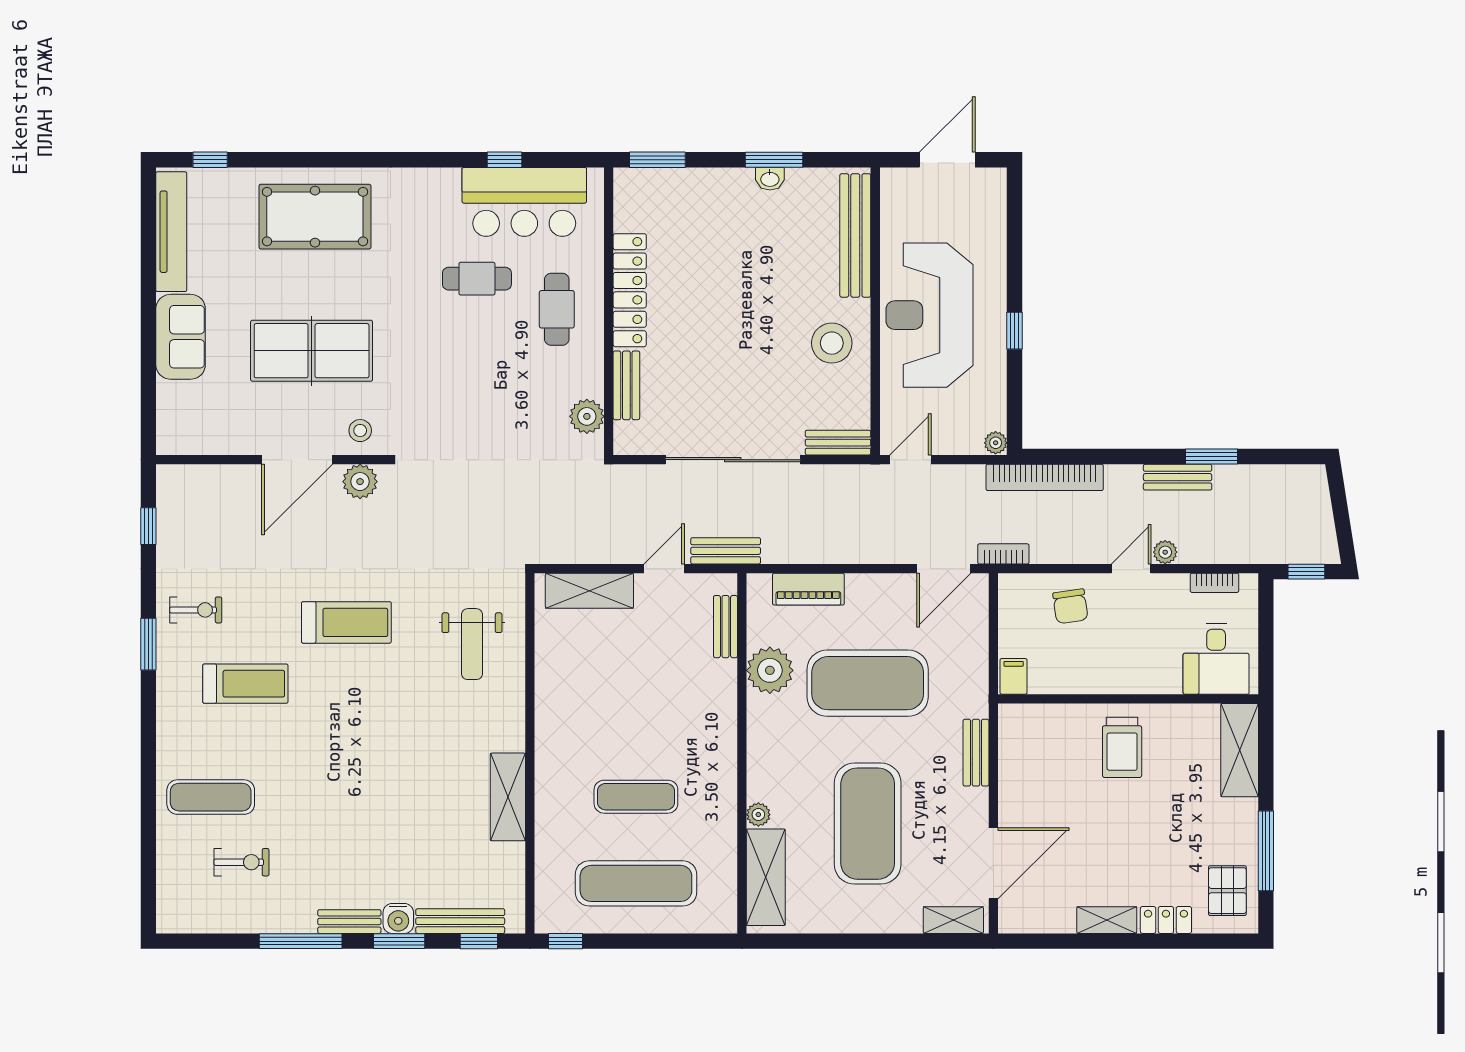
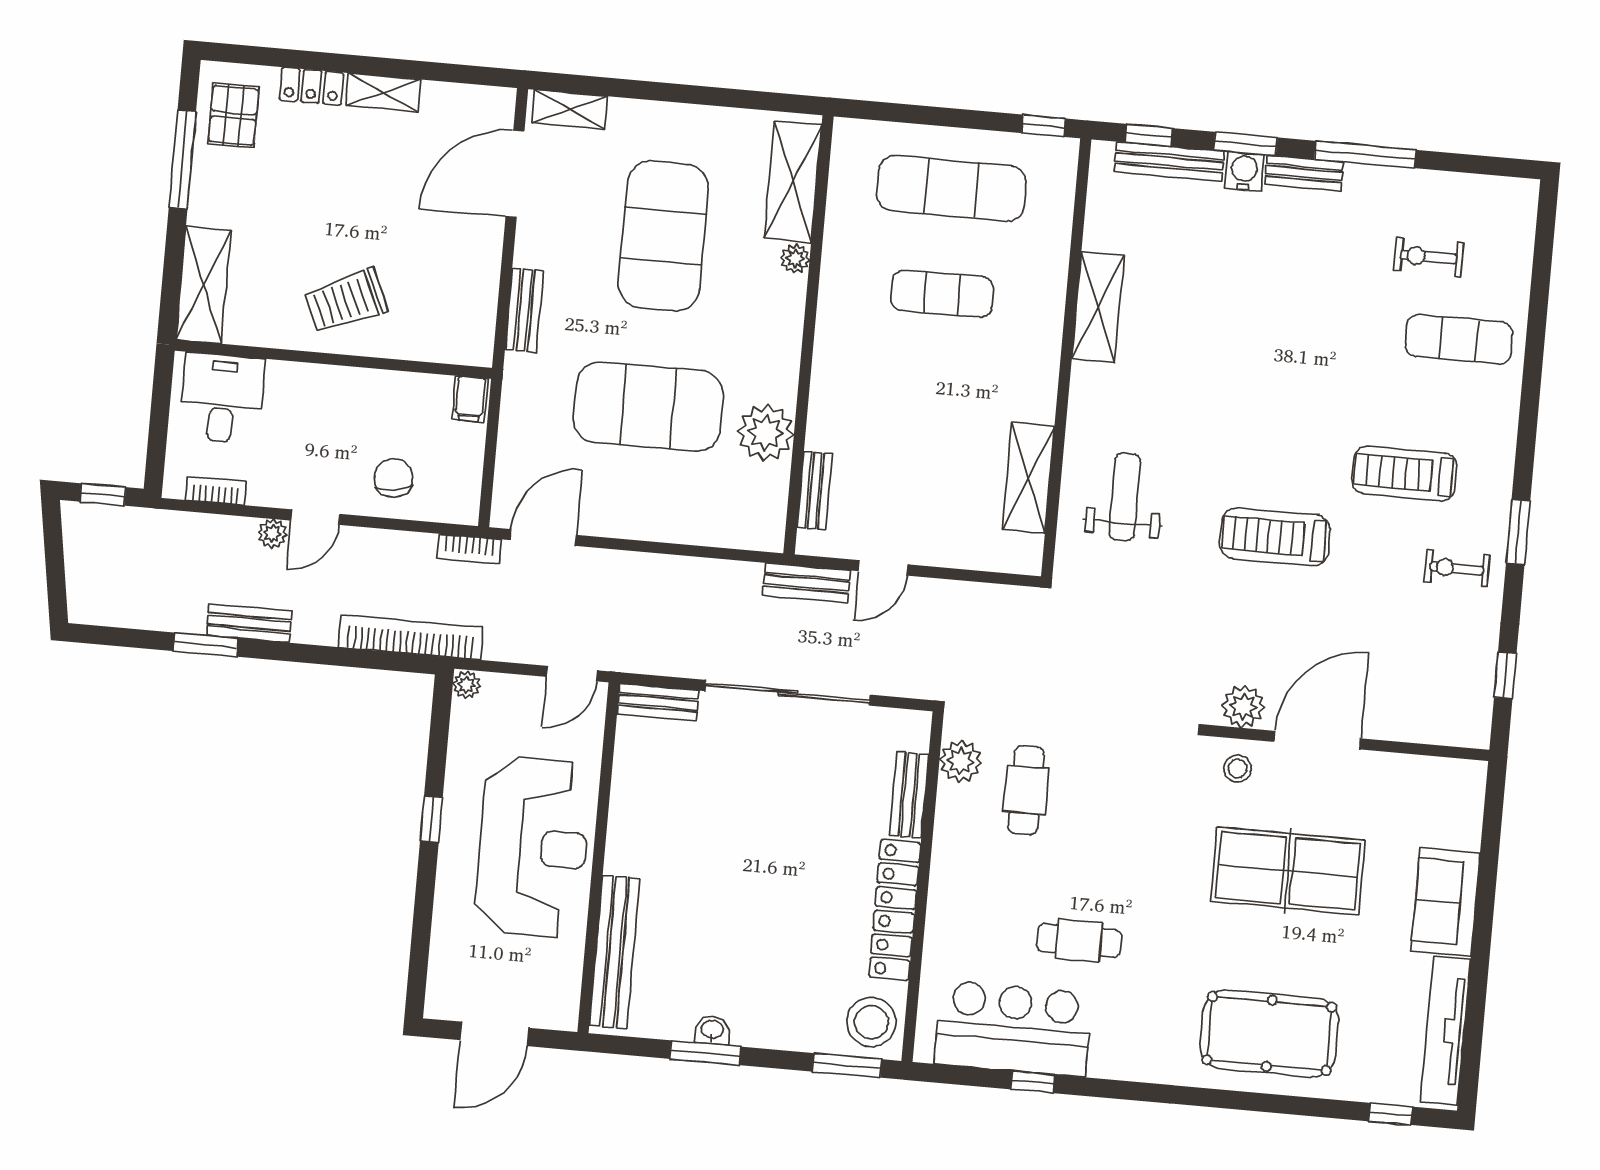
cafe table: (557, 309) -> (1026, 790), moved
stool: (832, 343) -> (871, 1022), moved
piano: (808, 589) -> (710, 527), removed
shelving: (589, 591) -> (1028, 478), moved, turned 90
trolley: (1122, 747) -> (346, 301), turned -114

